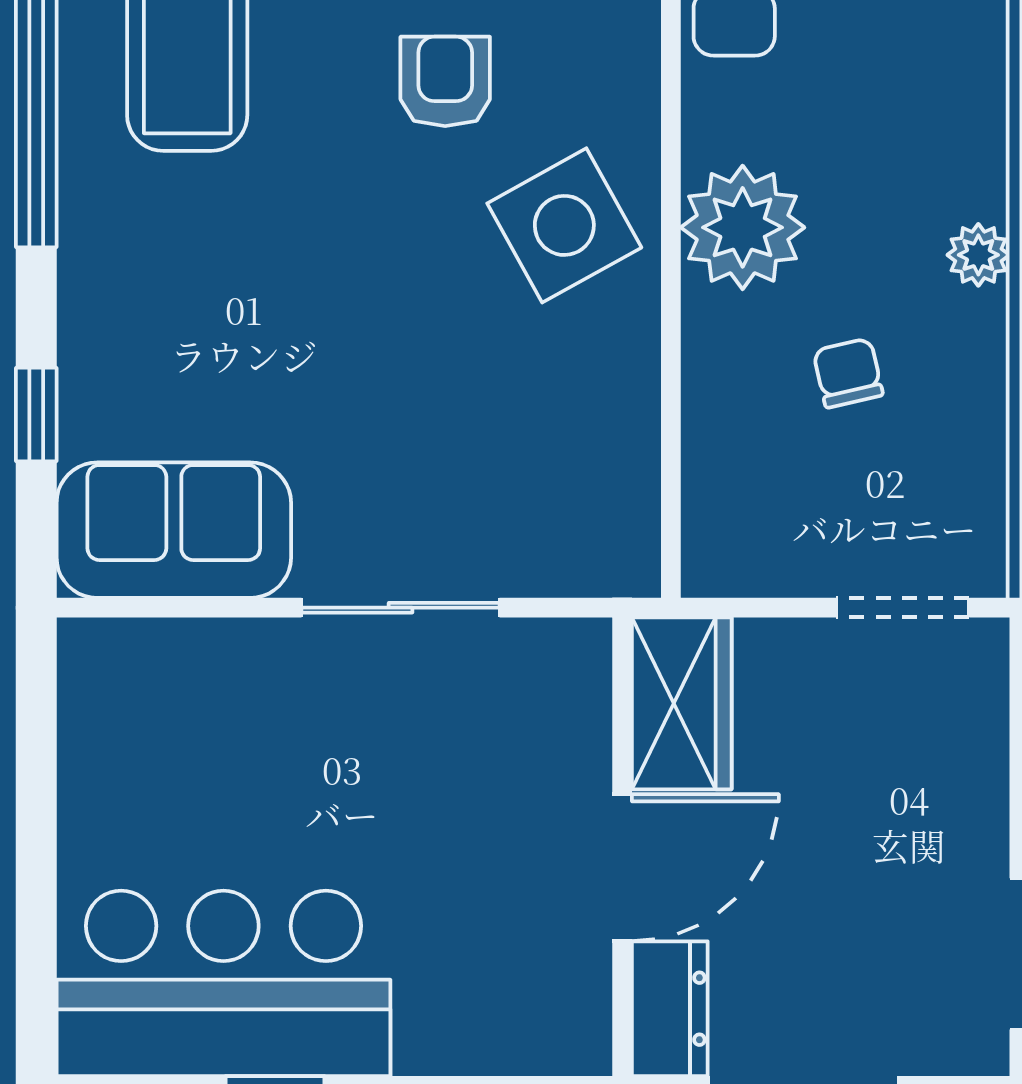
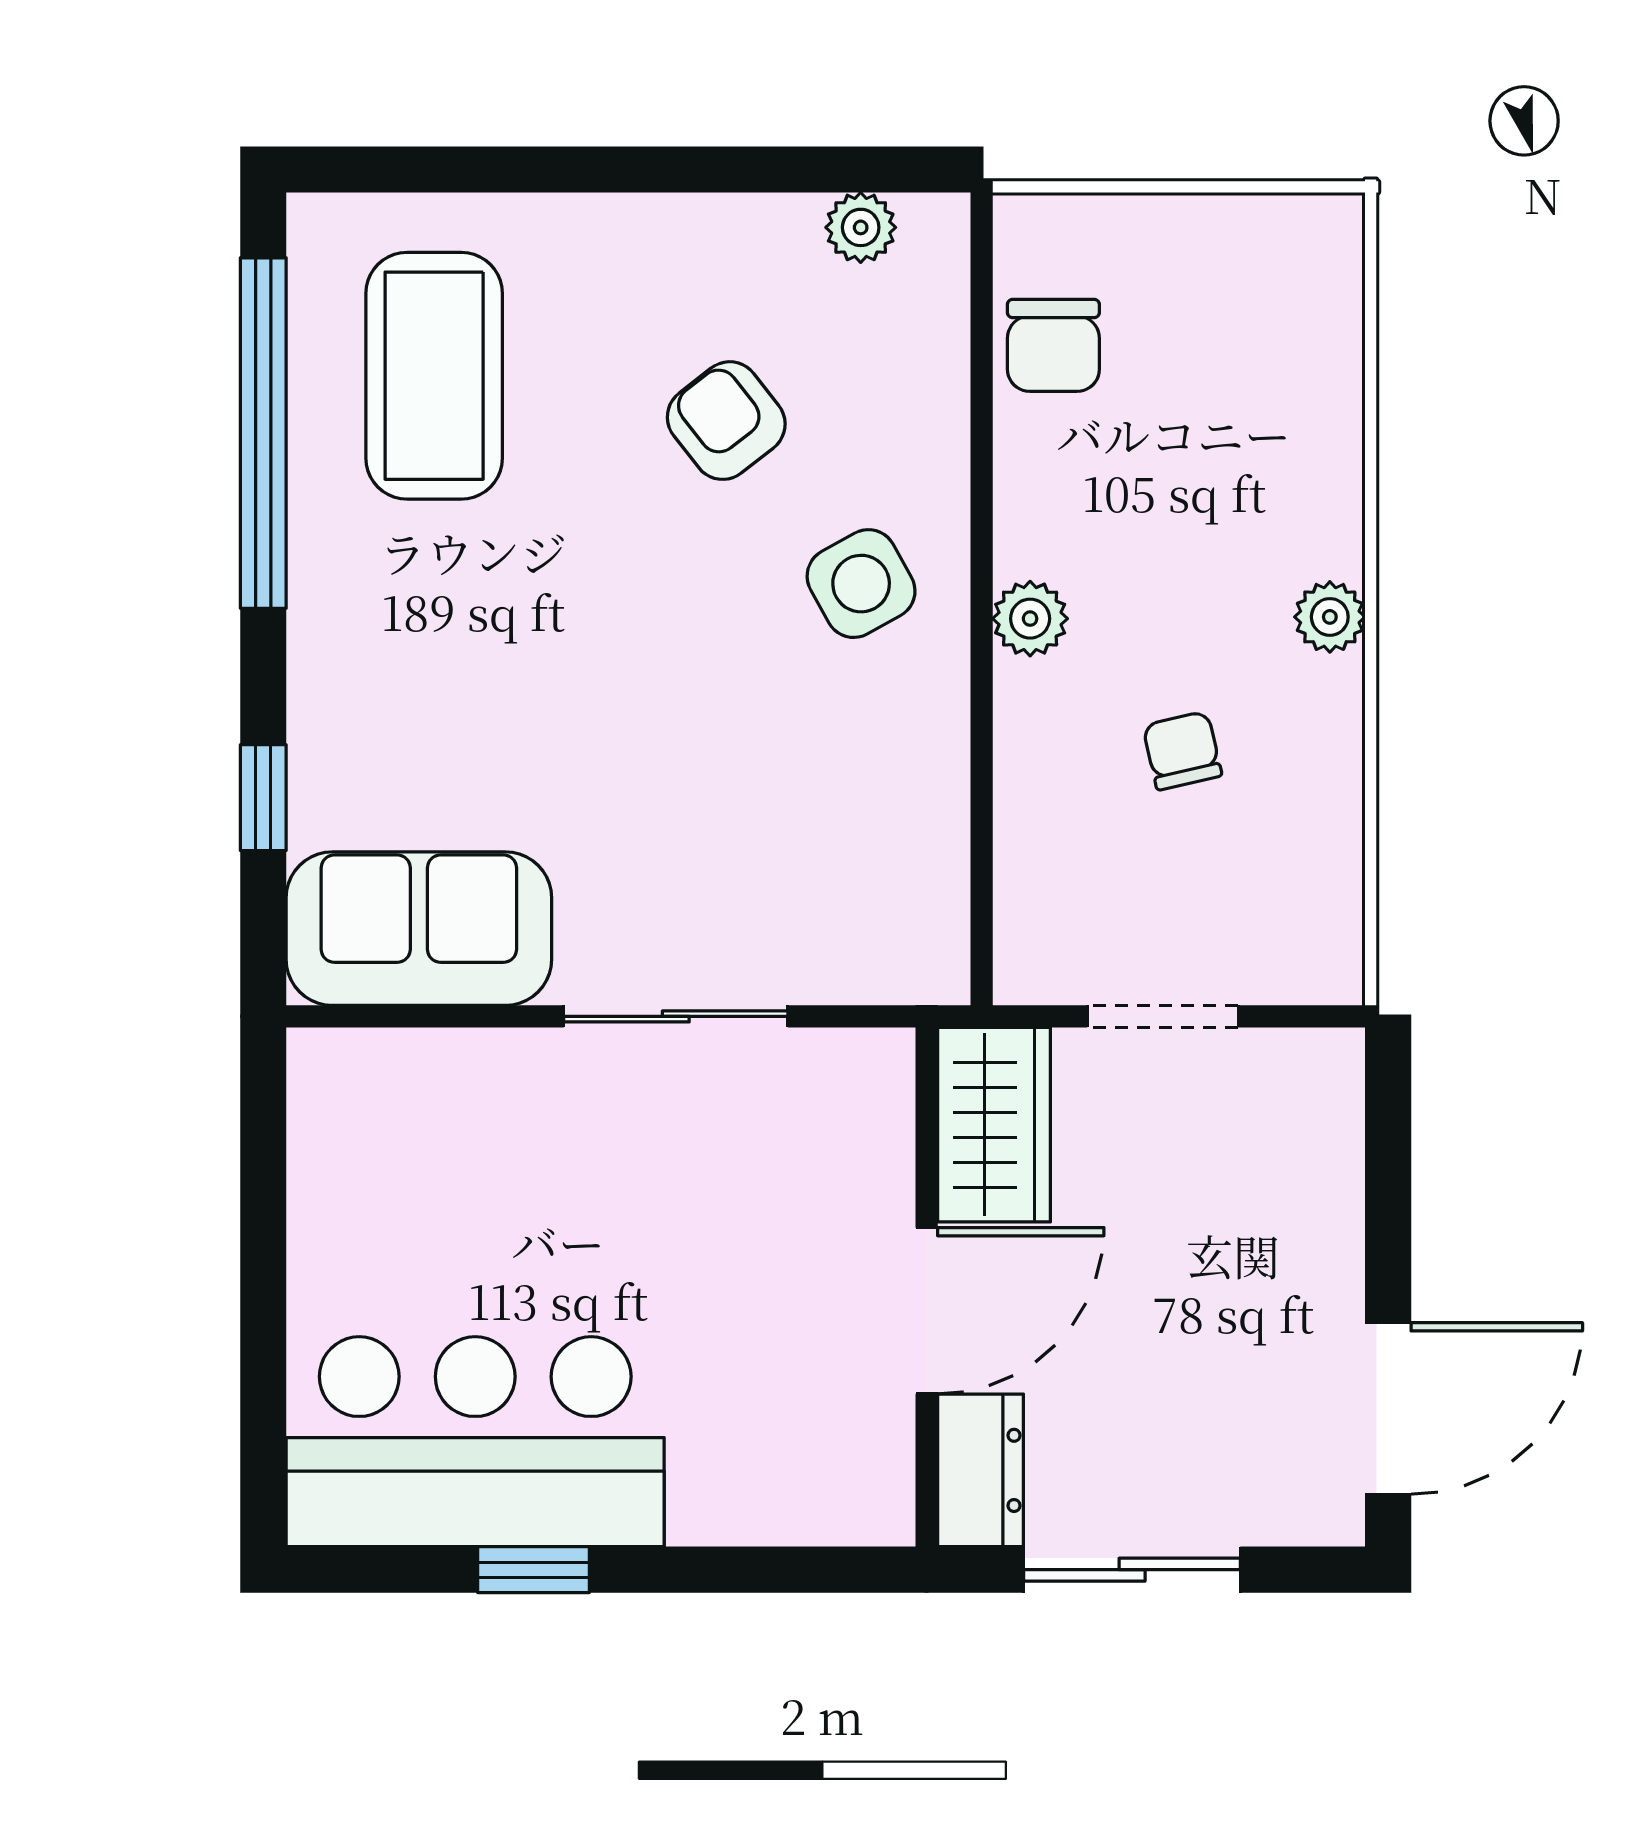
armchair: (445, 81) -> (726, 421), turned -38
side table: (564, 225) -> (861, 584), width x0.73, depth x0.73
plant: (743, 227) -> (1030, 619), width x0.53, depth x0.53
doorway: (903, 608) -> (1163, 1016), moved

